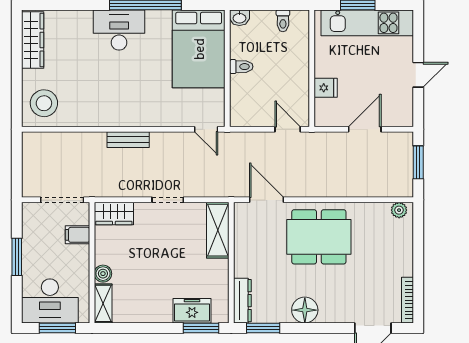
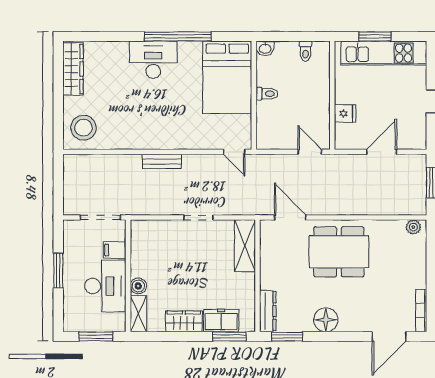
wardrobe: (114, 213) -> (184, 321), moved, turned 180
desk: (50, 301) -> (105, 286), moved, turned -90

